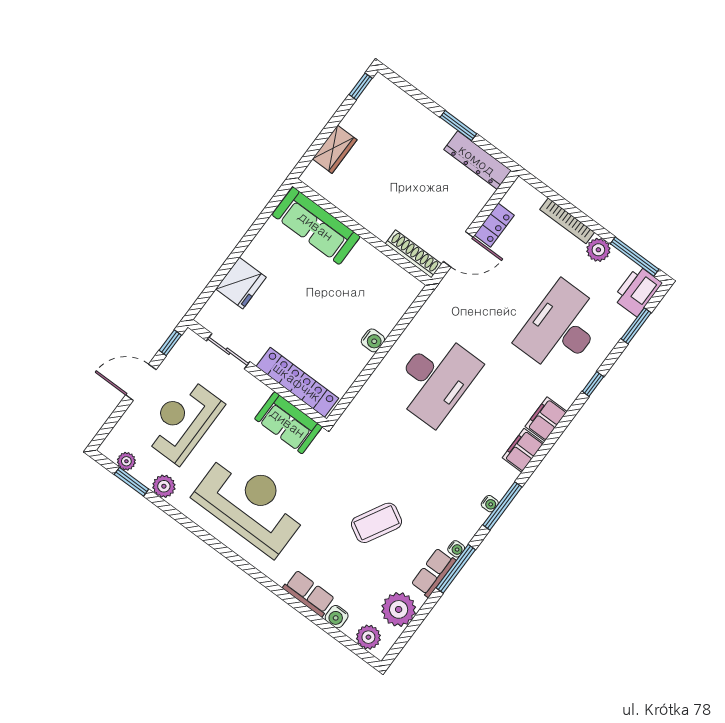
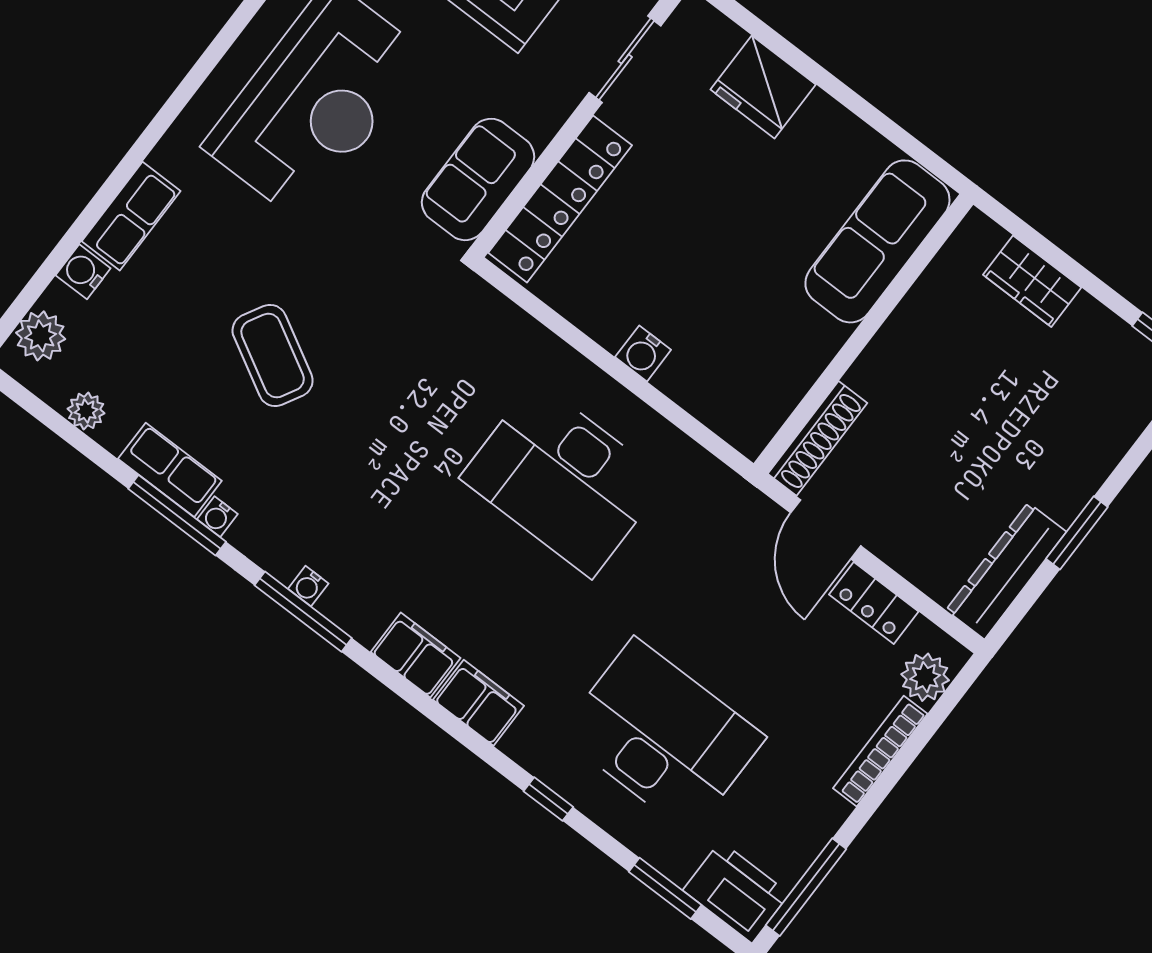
plant: (598, 250) -> (925, 677), moved
plant: (399, 609) -> (86, 411), width x0.53, depth x0.53

